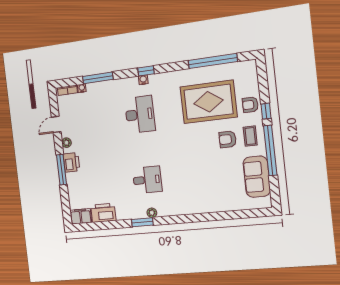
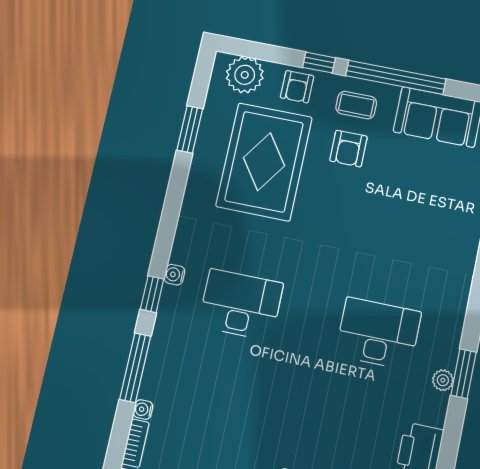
window: (213, 61) -> (190, 129), width x0.47
window: (146, 71) -> (152, 294), moved
plant: (248, 77) -> (245, 75), added
desk: (147, 180) -> (378, 334), width x1.37
plant: (152, 213) -> (443, 380), moved

